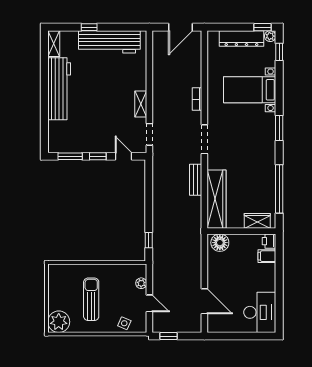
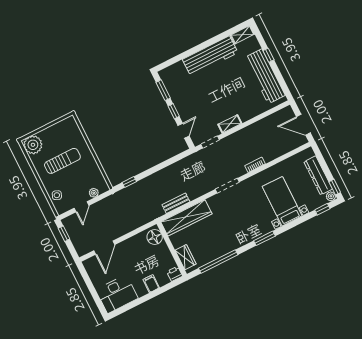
bench: (196, 180) -> (176, 203), moved
filing cabinet: (267, 256) -> (151, 284), moved

